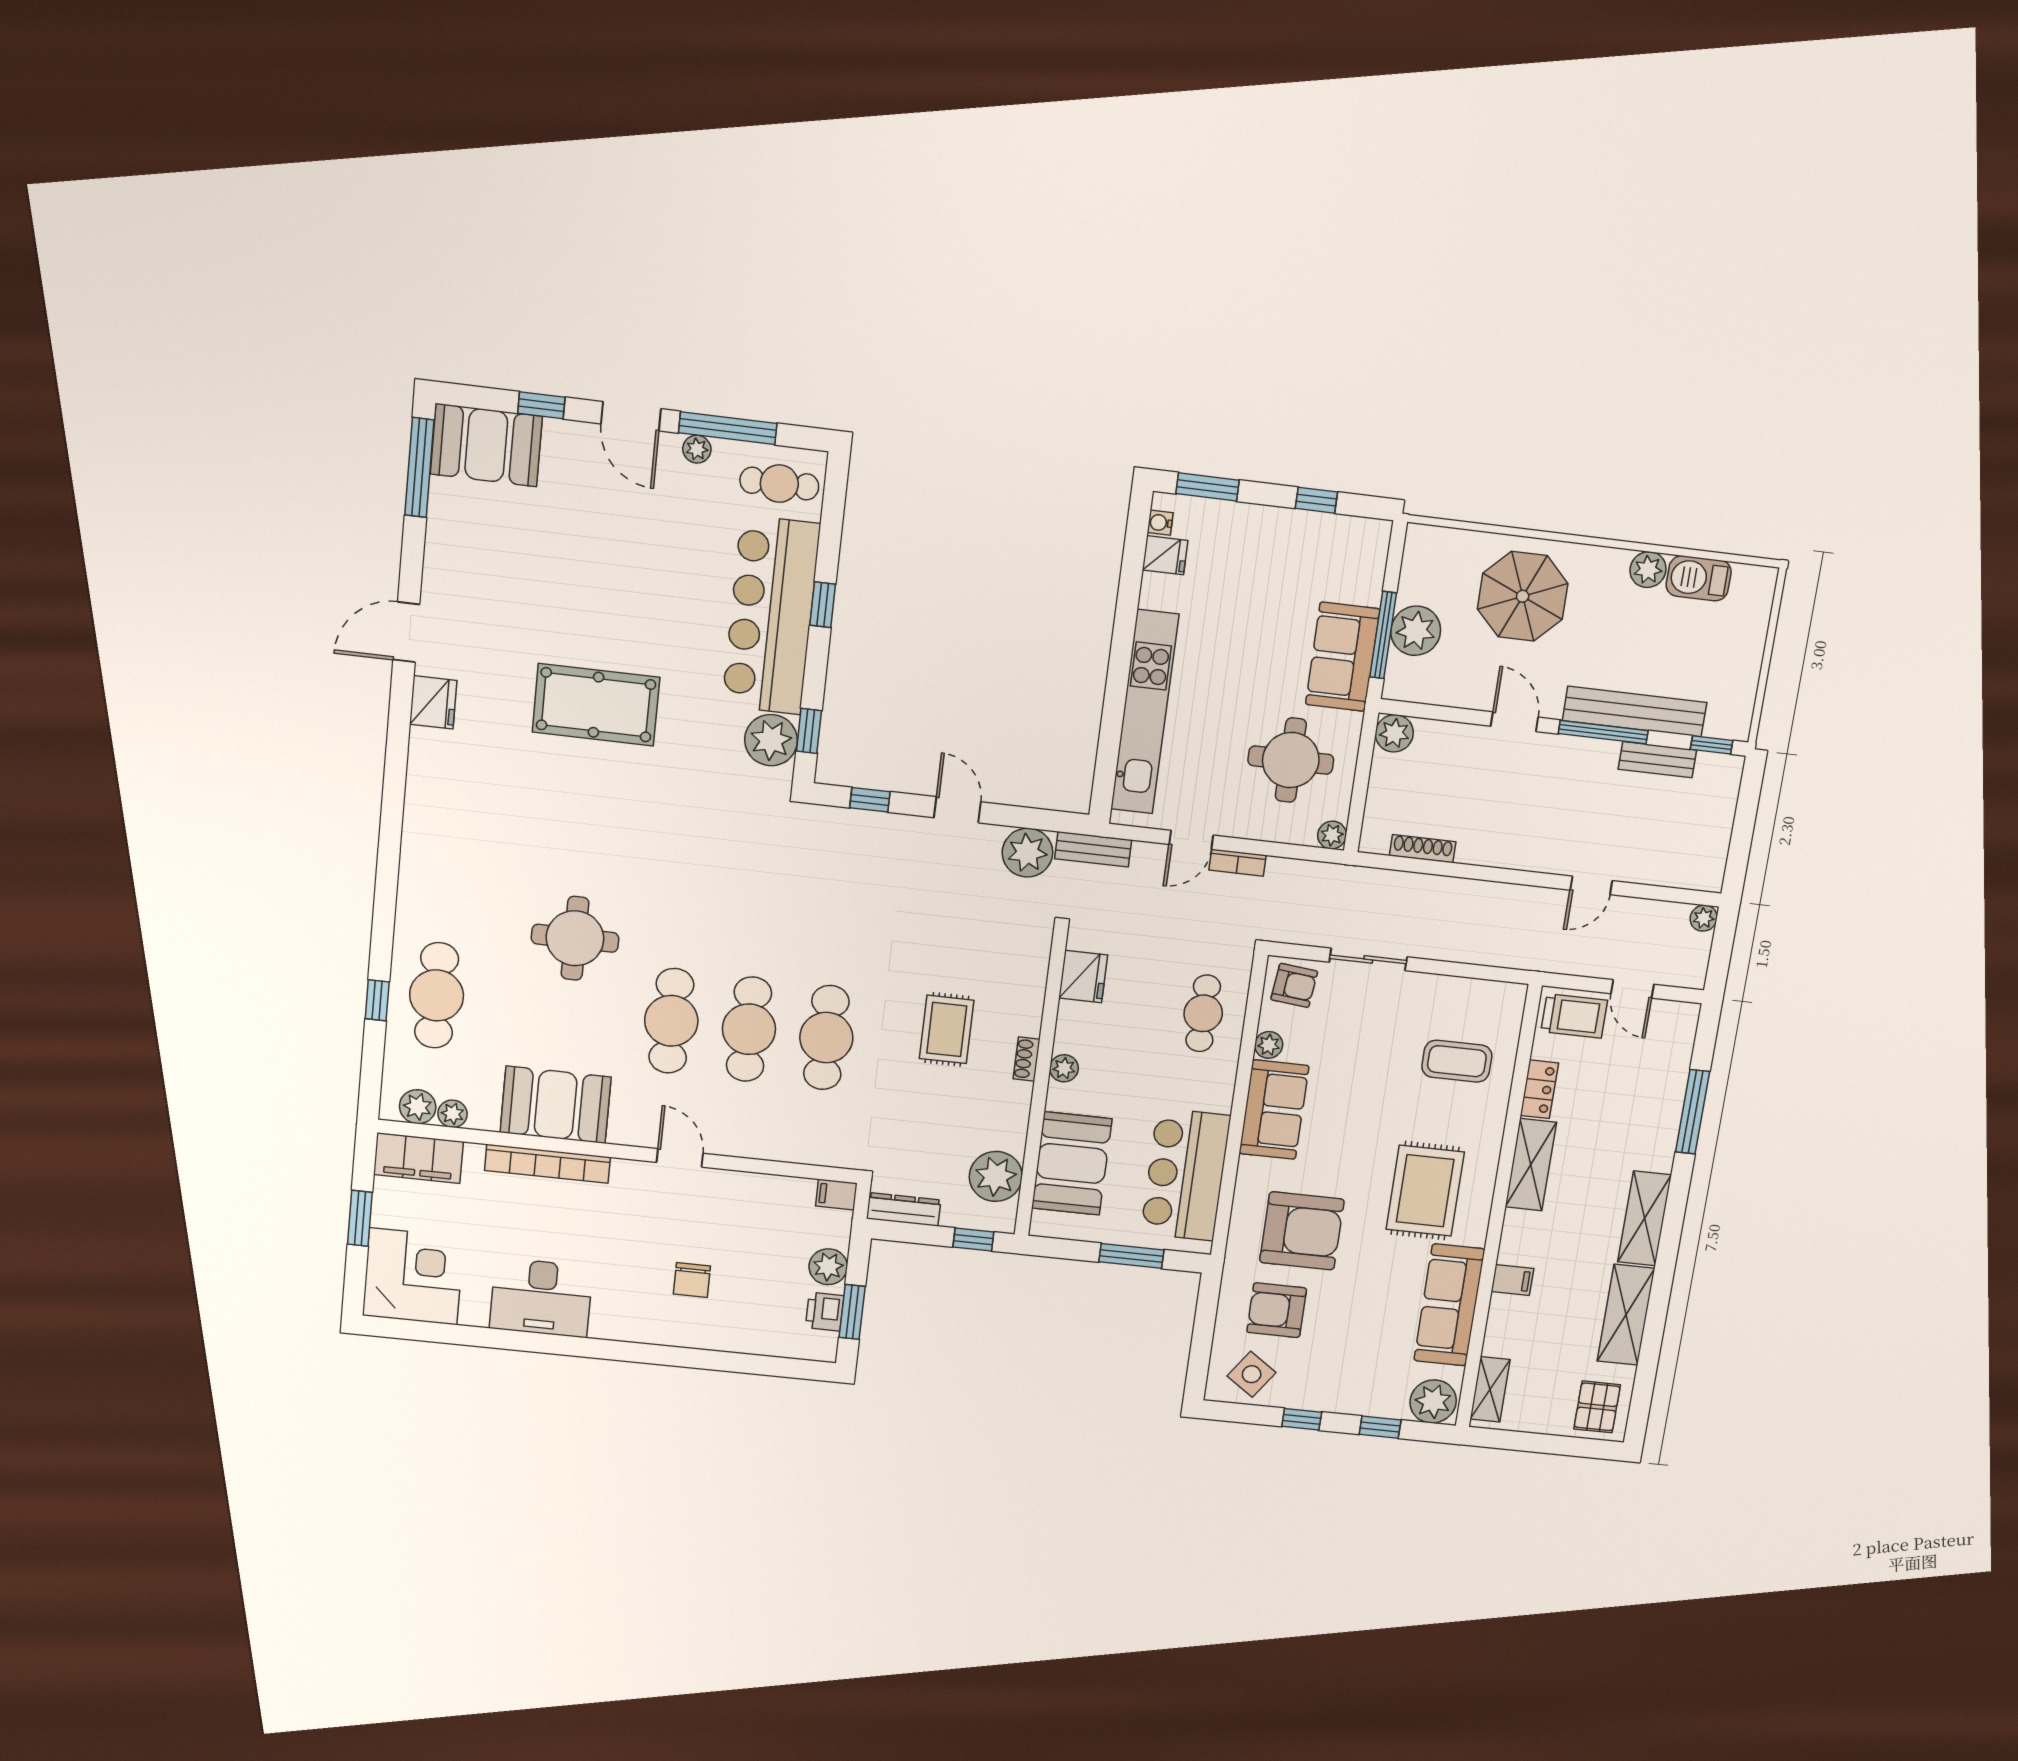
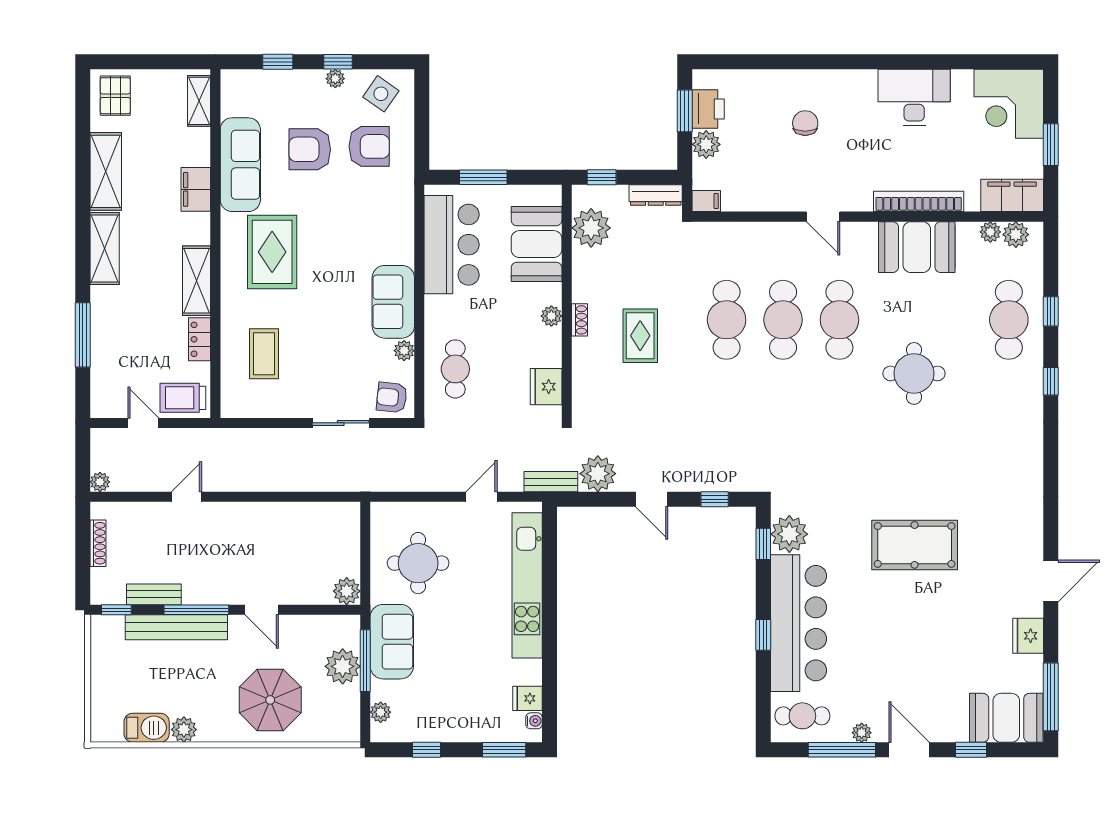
fridge: (433, 702) -> (1028, 636), moved
plant: (1332, 835) -> (381, 712), moved
shoe rack: (1423, 849) -> (98, 543), moved, turned -90
bookcase: (1238, 863) -> (446, 484), removed
window: (385, 907) -> (1051, 381), added
coffee table: (1457, 1061) -> (264, 354), turned 90
armchair: (1302, 1231) -> (310, 149), moved, width x0.73, depth x0.73
filing cabinet: (1512, 1280) -> (196, 189), width x2.00
printer: (825, 1312) -> (708, 109), width x1.36, depth x1.24
plant: (1433, 1401) -> (335, 79), moved, width x0.53, depth x0.53

